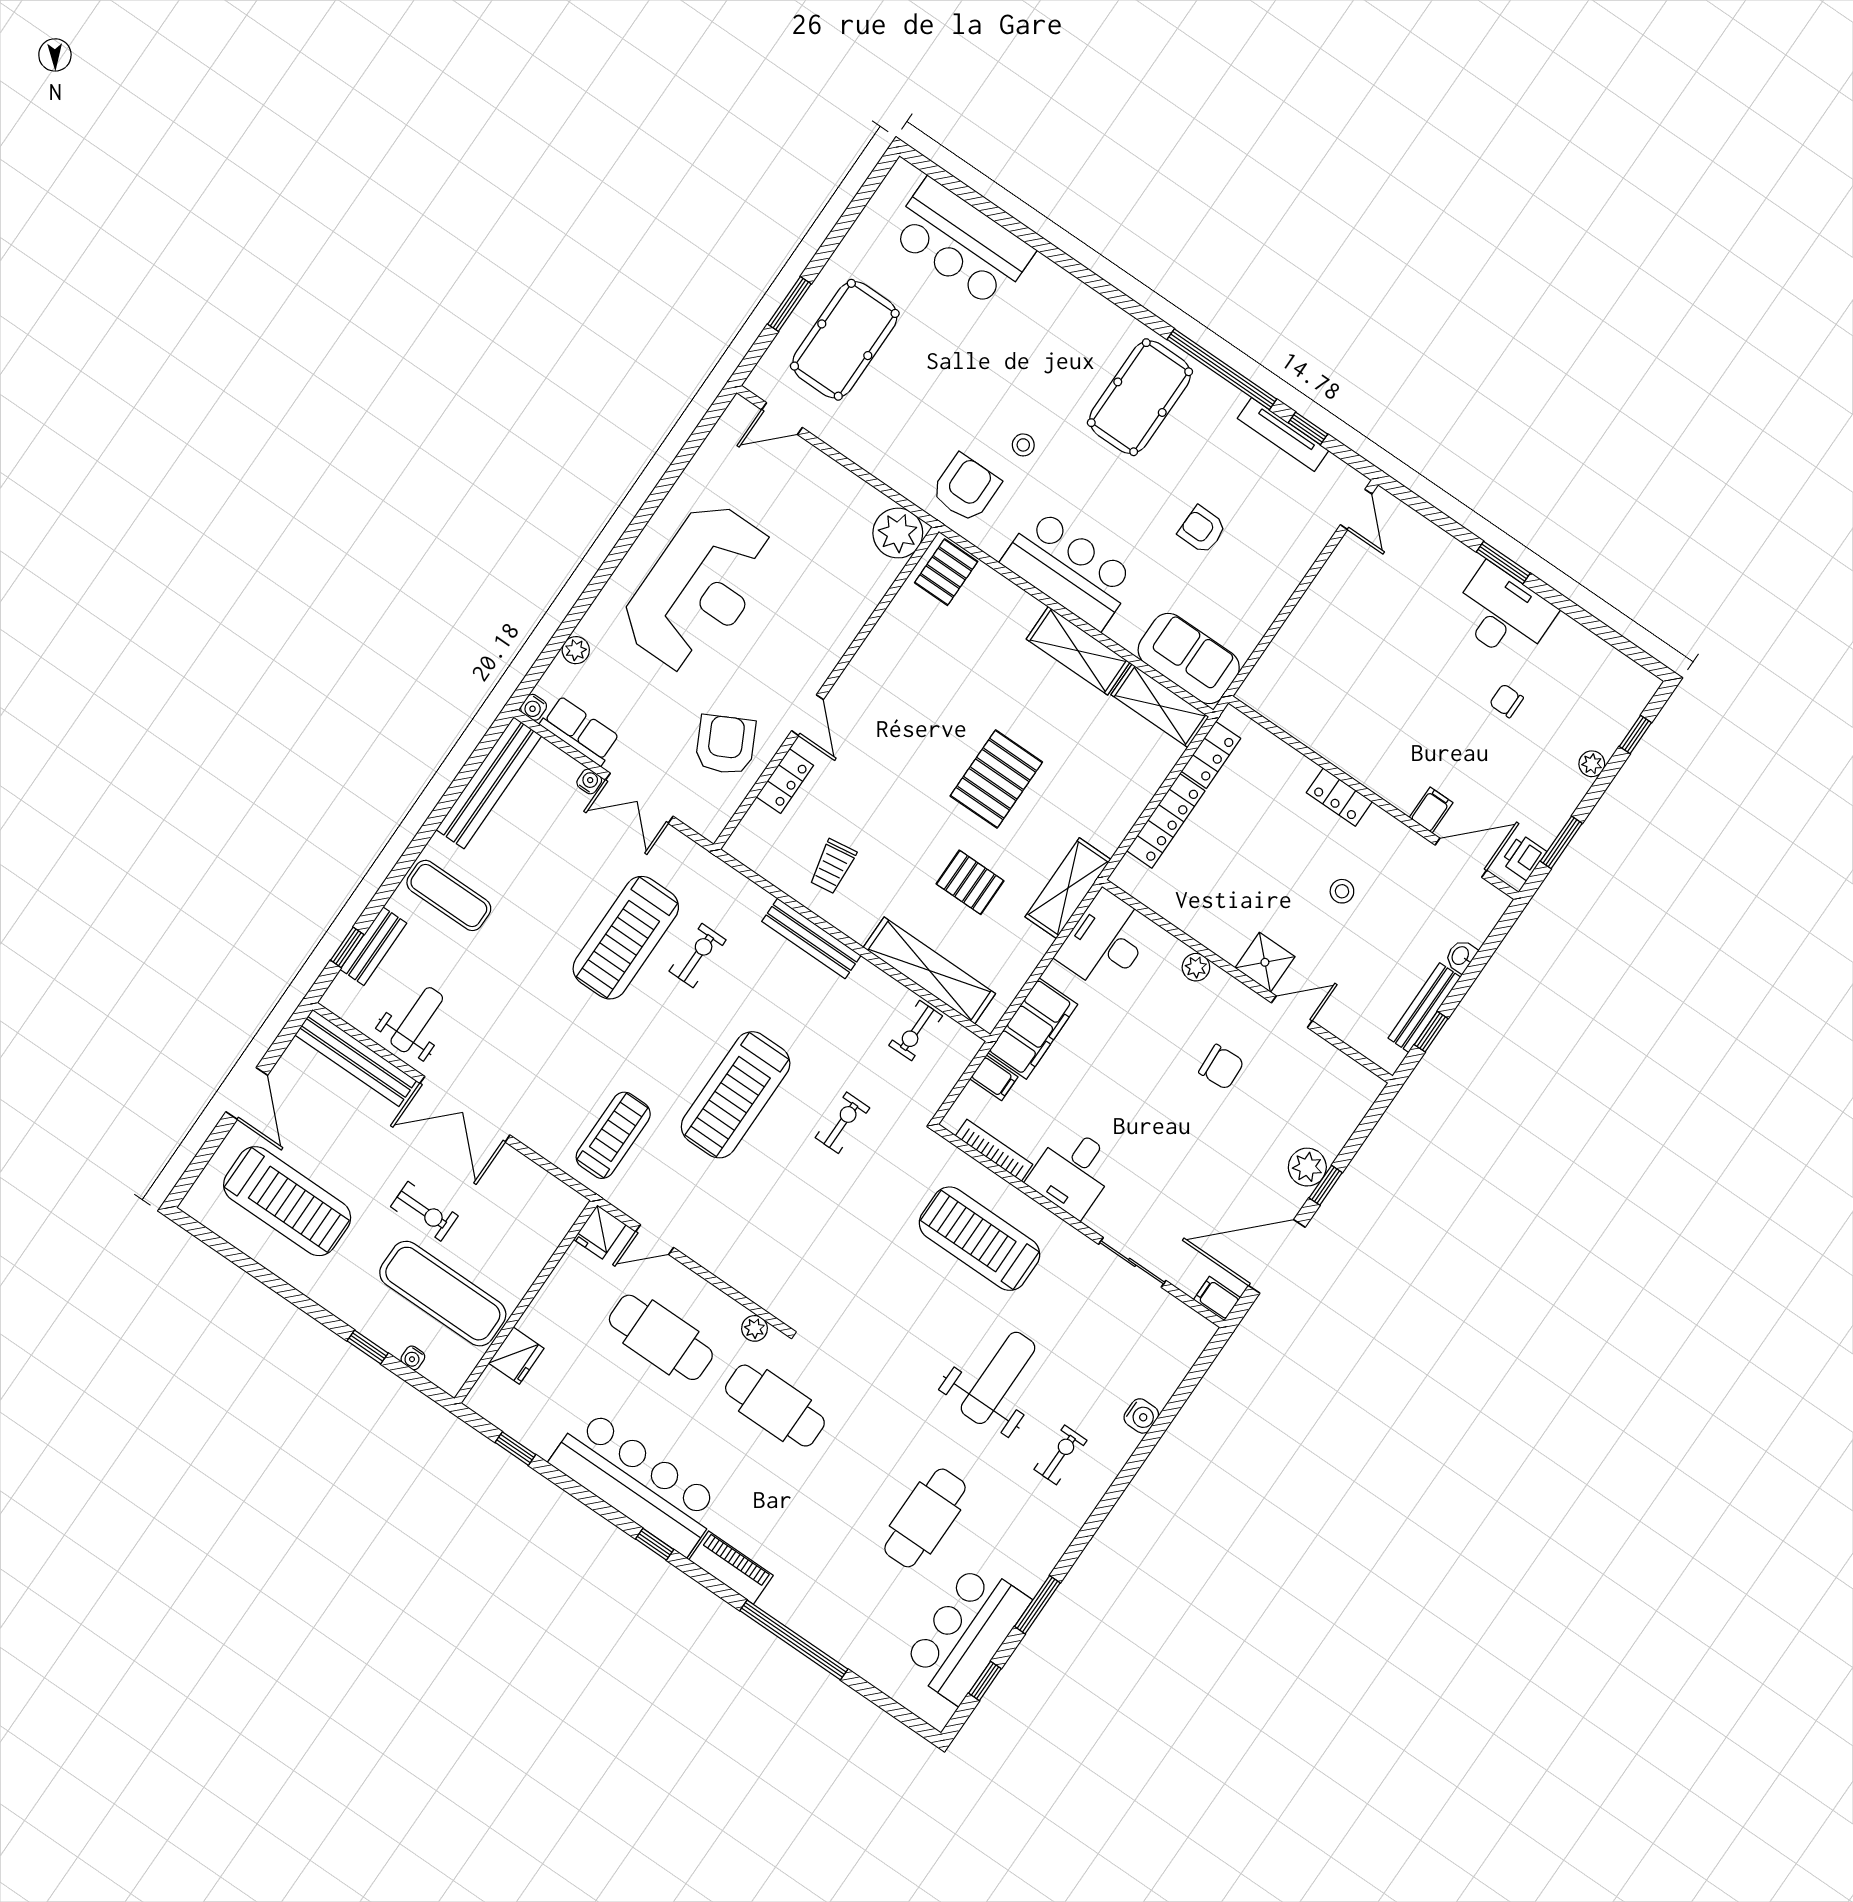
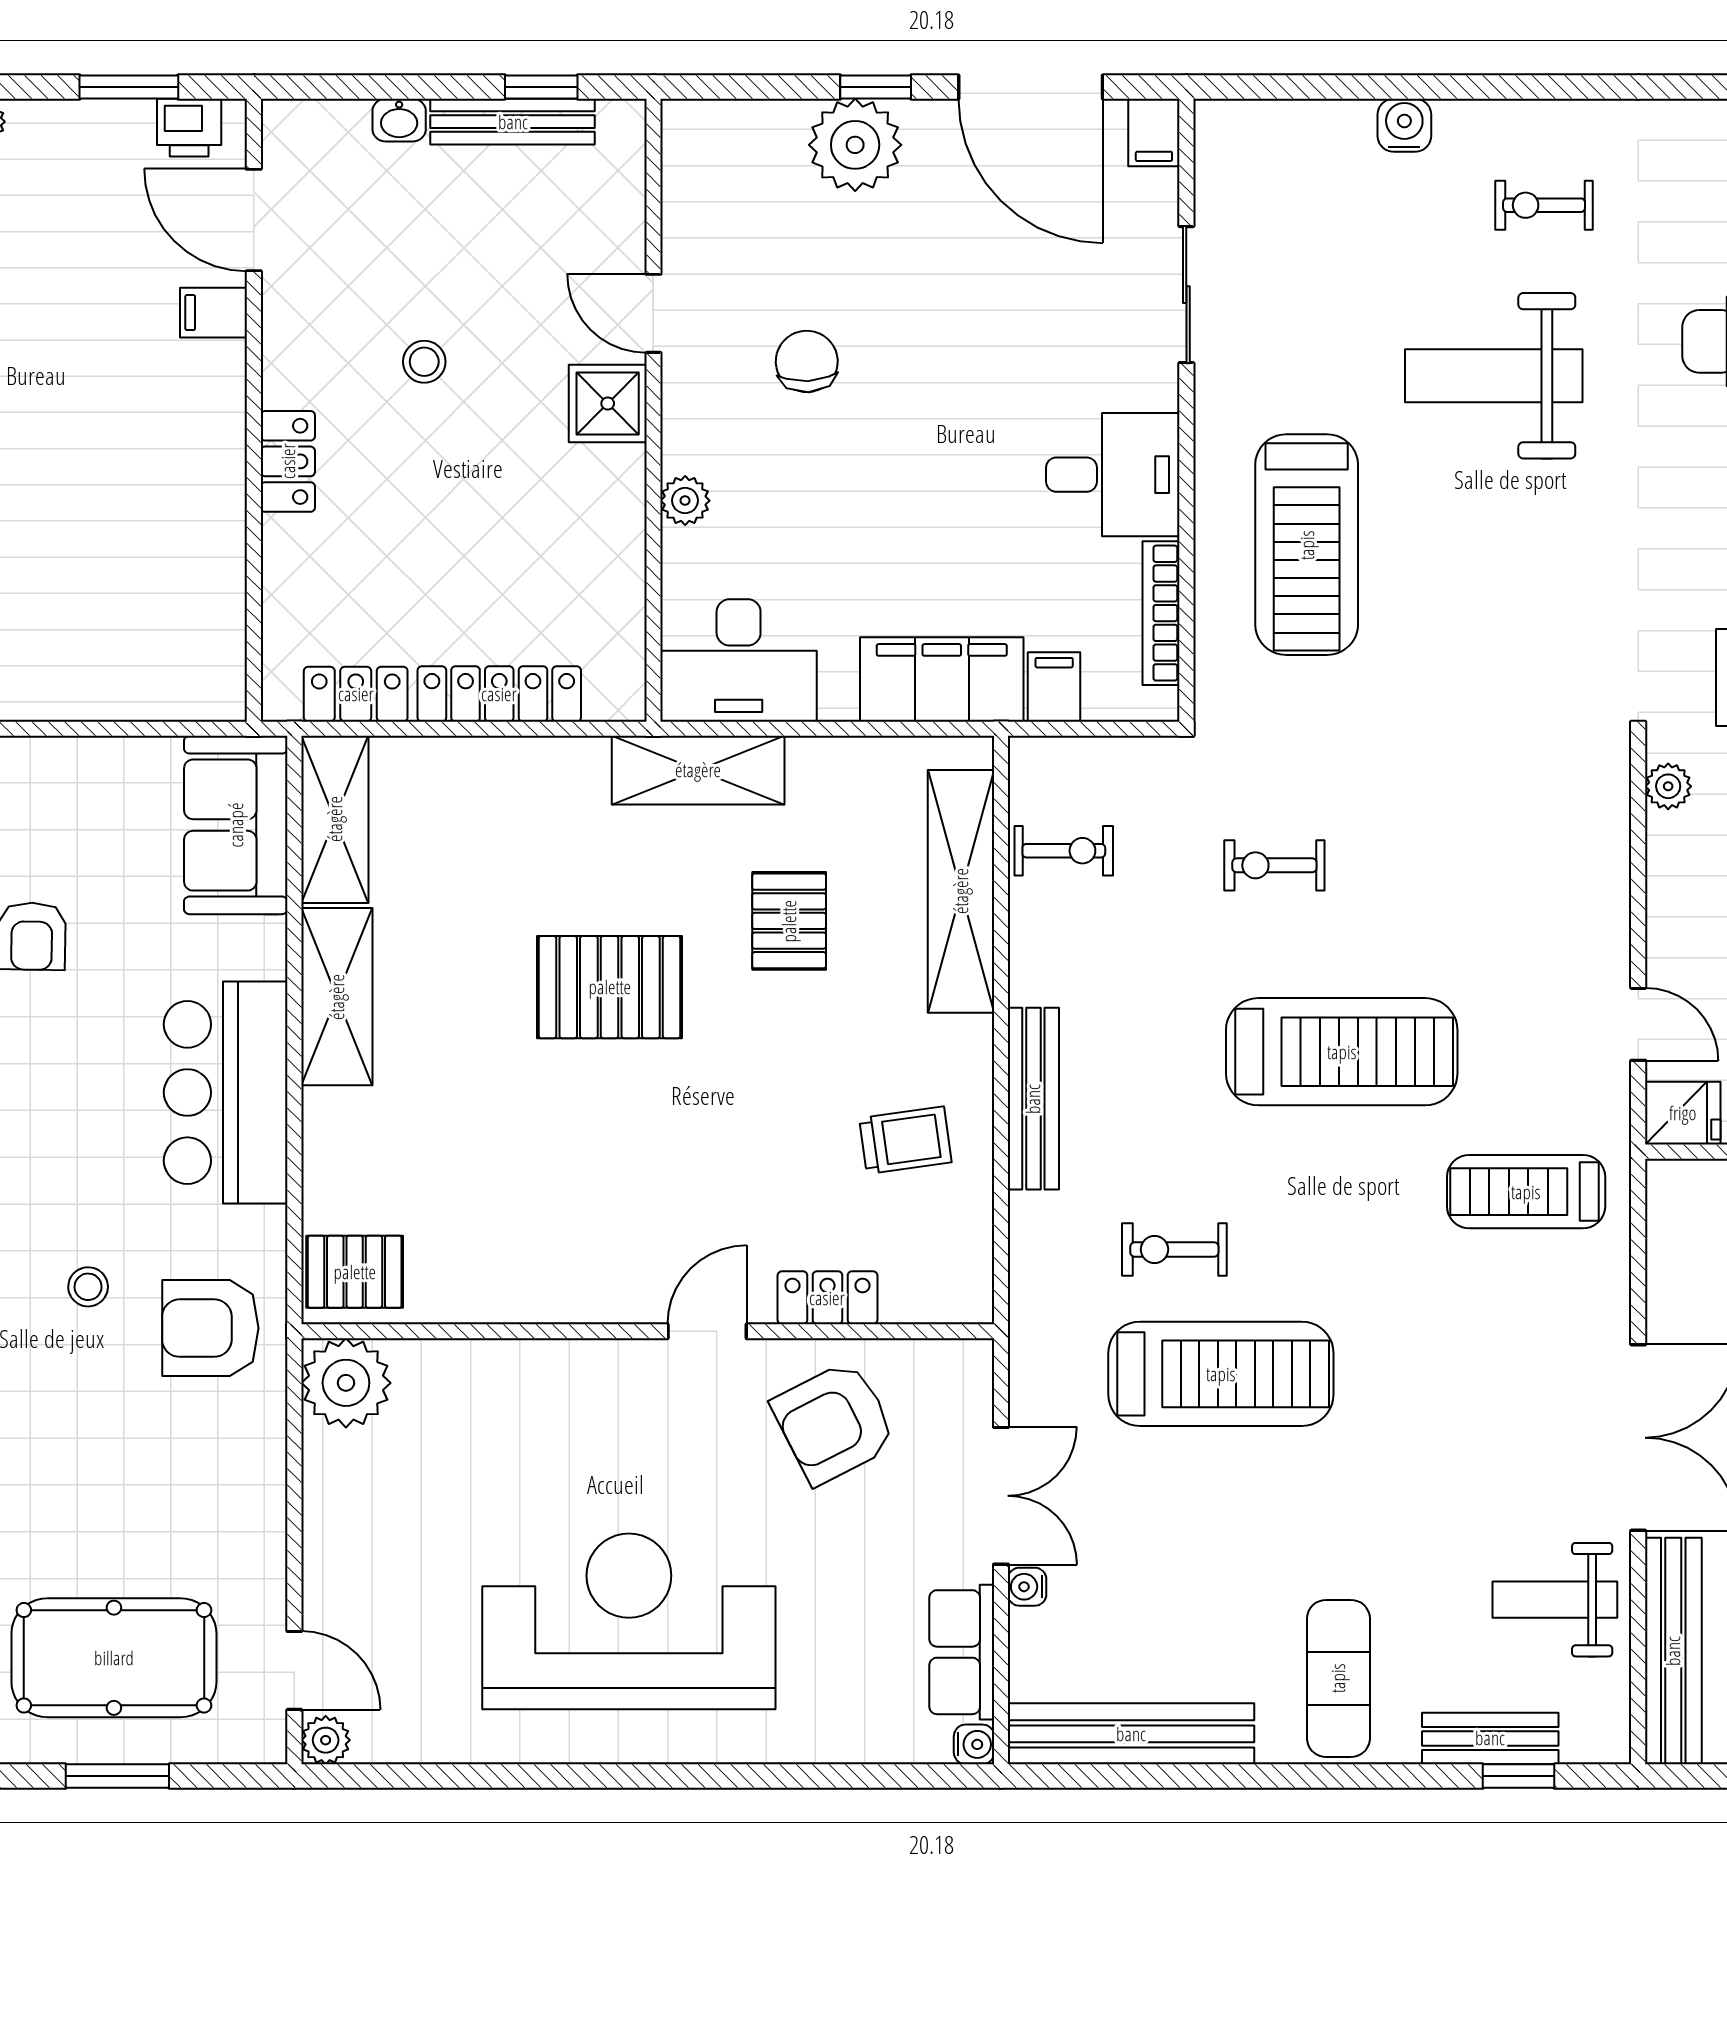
plant: (576, 650) -> (326, 1740), moved
plant: (1307, 1167) -> (855, 145), width x1.36, depth x1.36

